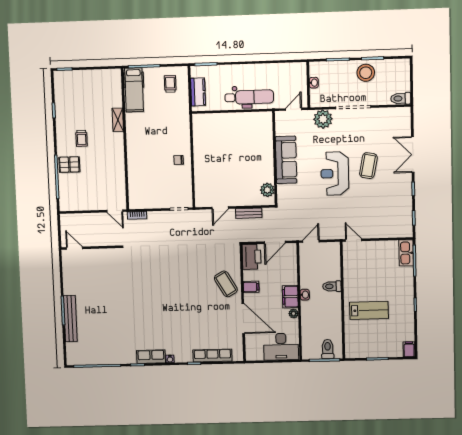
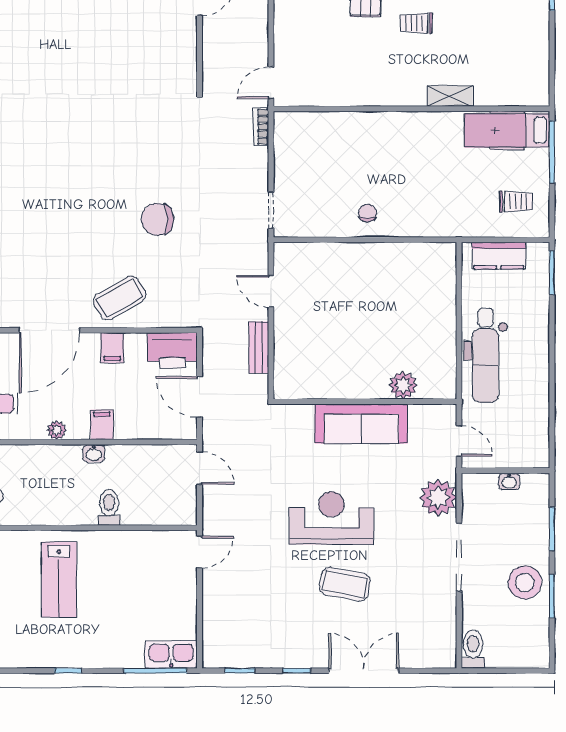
plant: (267, 190) -> (403, 385), moved
chair: (186, 266) -> (157, 219), added
filing cabinet: (290, 297) -> (102, 425), width x0.50

